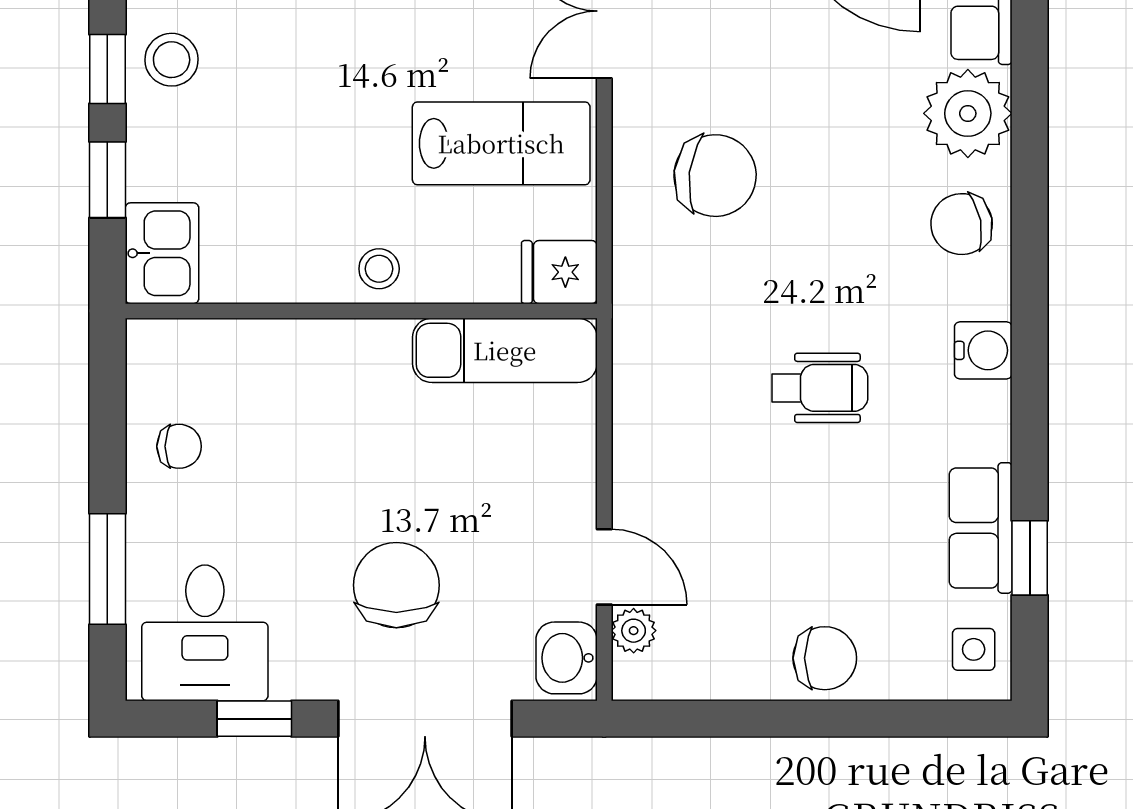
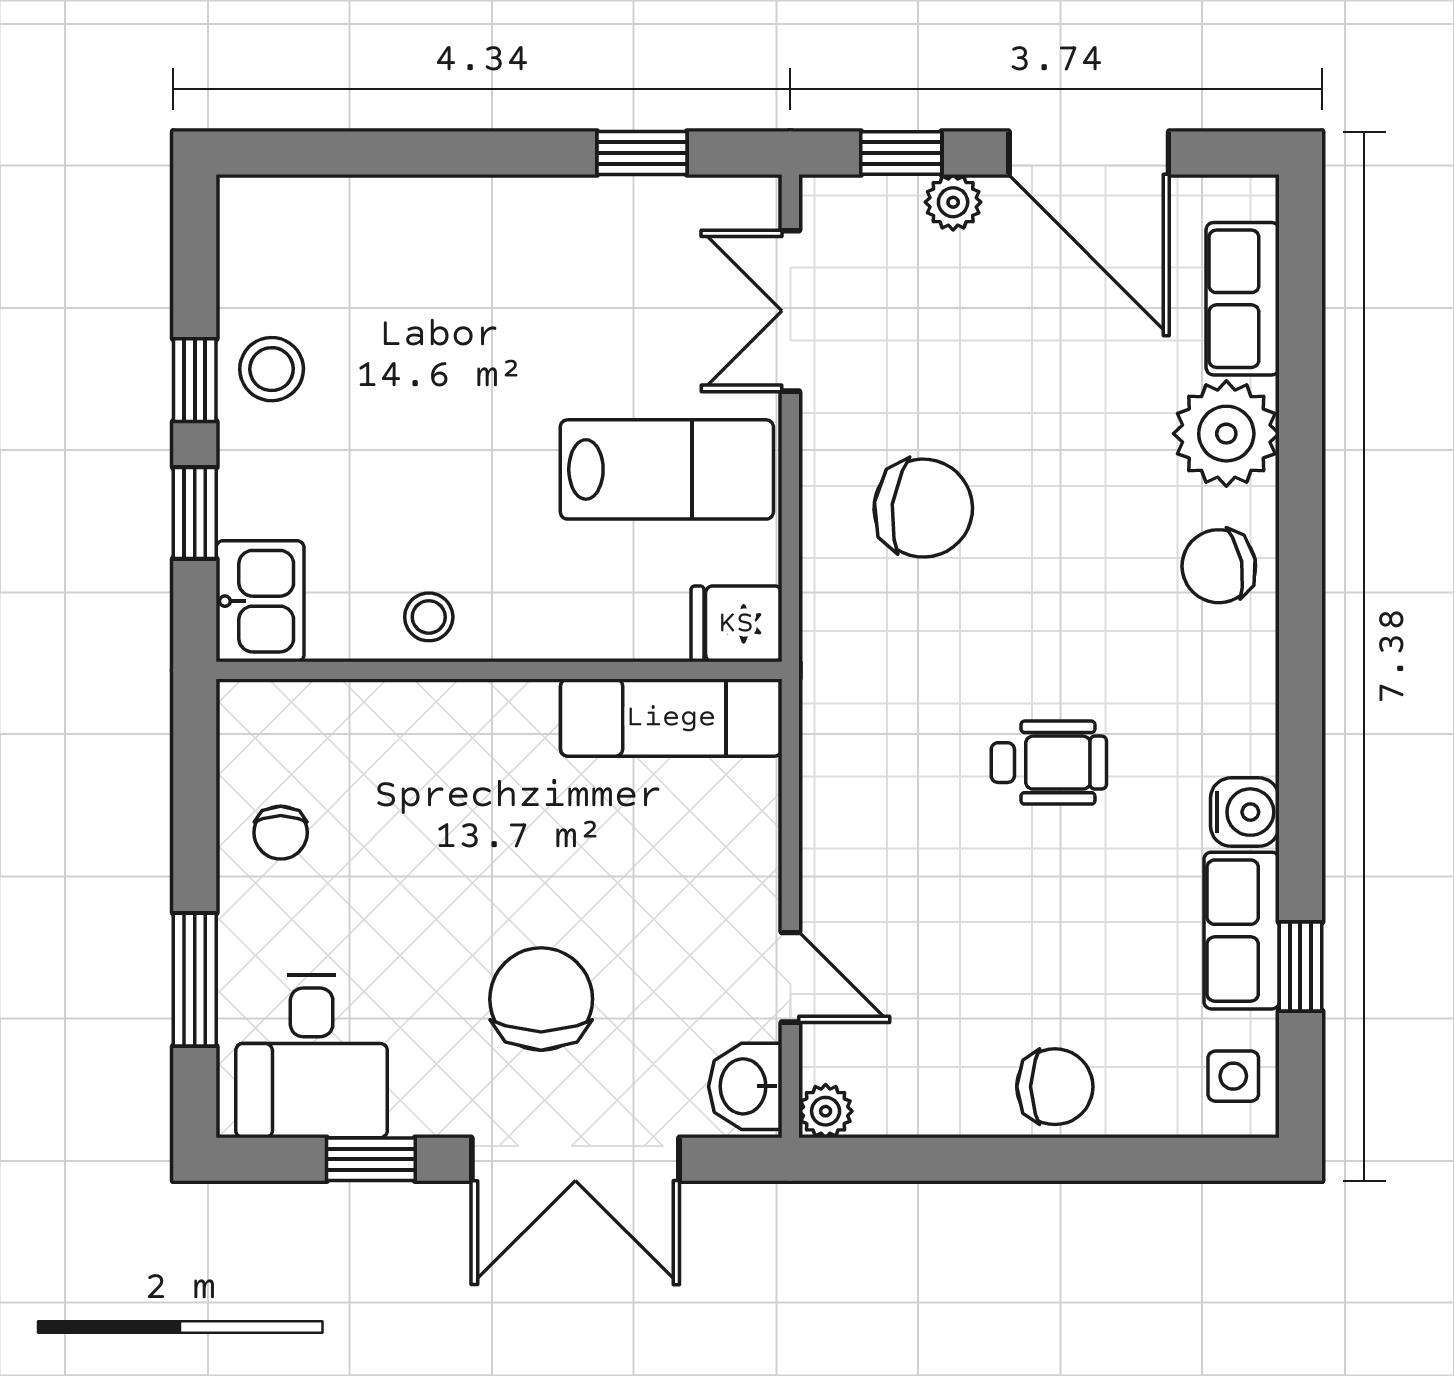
stool: (379, 269) -> (429, 617), moved
water cooler: (983, 350) -> (1245, 812), moved
chair: (179, 446) -> (281, 833), turned 90
plant: (634, 631) -> (826, 1111), moved

